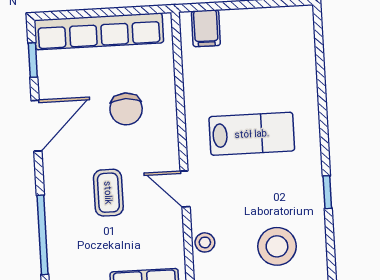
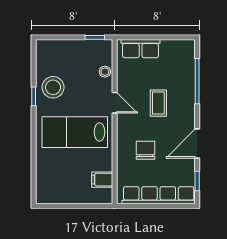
filing cabinet: (206, 28) -> (102, 180), moved, turned -90
lab bench: (252, 134) -> (75, 132), width x1.36, depth x1.39
stool: (277, 246) -> (53, 87), moved

